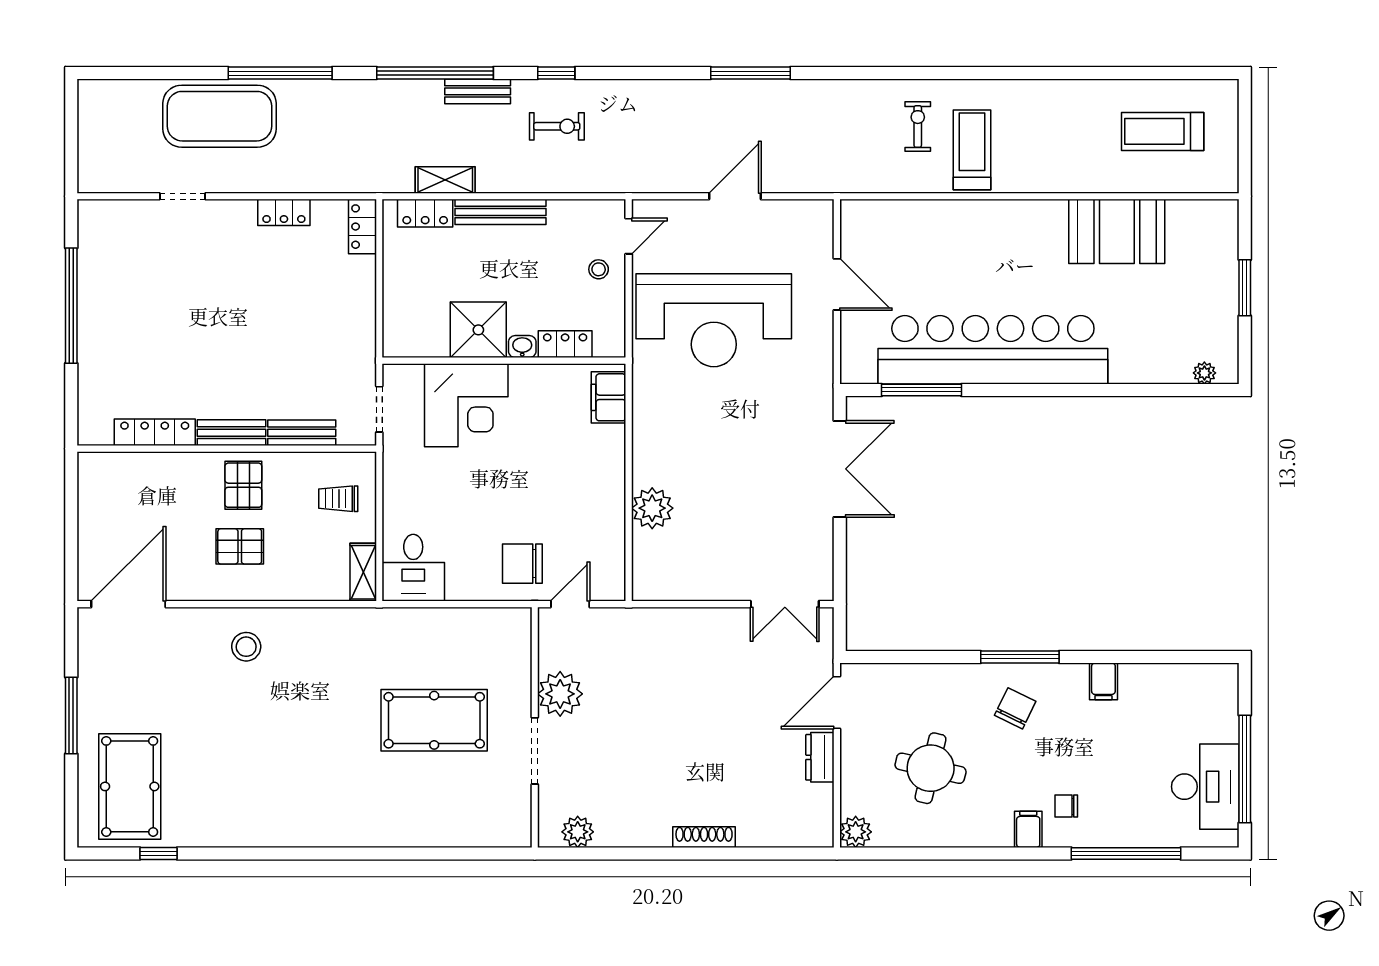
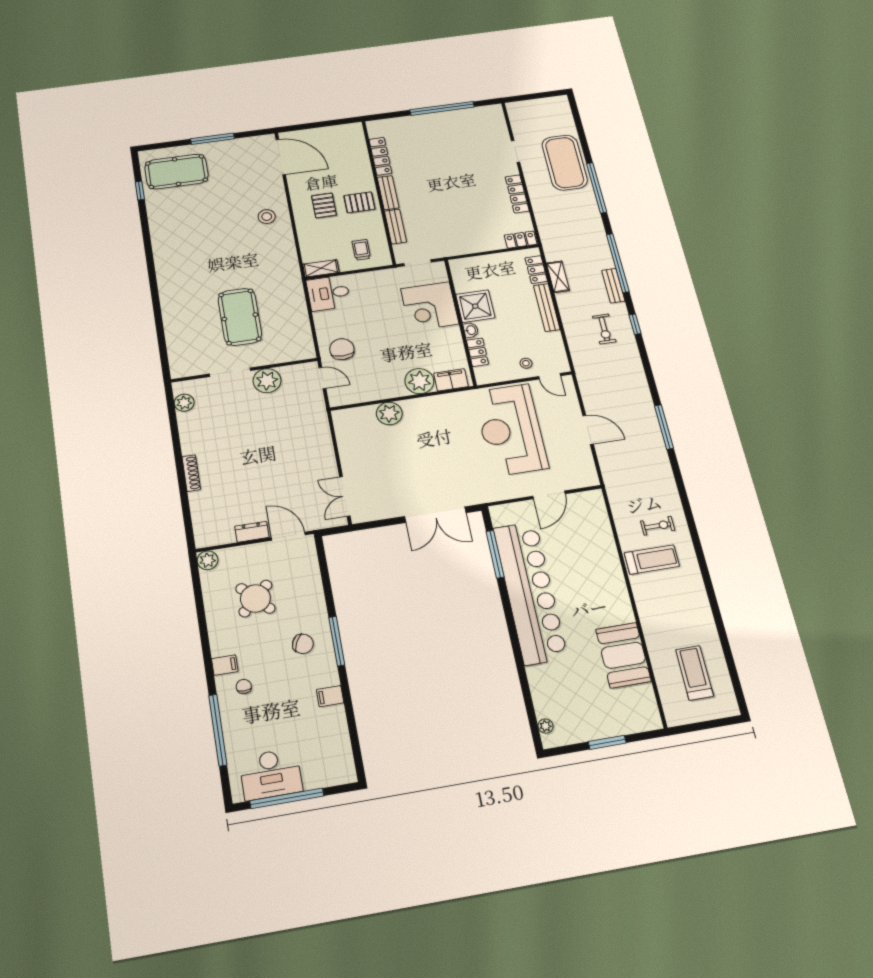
locker: (284, 212) -> (517, 194), width x1.53
plant: (602, 449) -> (419, 381), added
round table: (931, 768) -> (255, 598), turned 33

